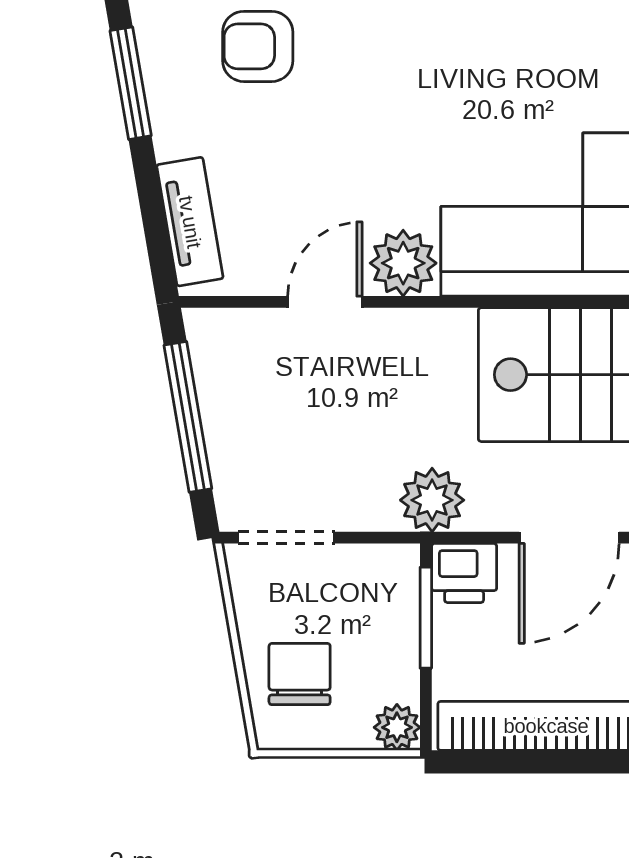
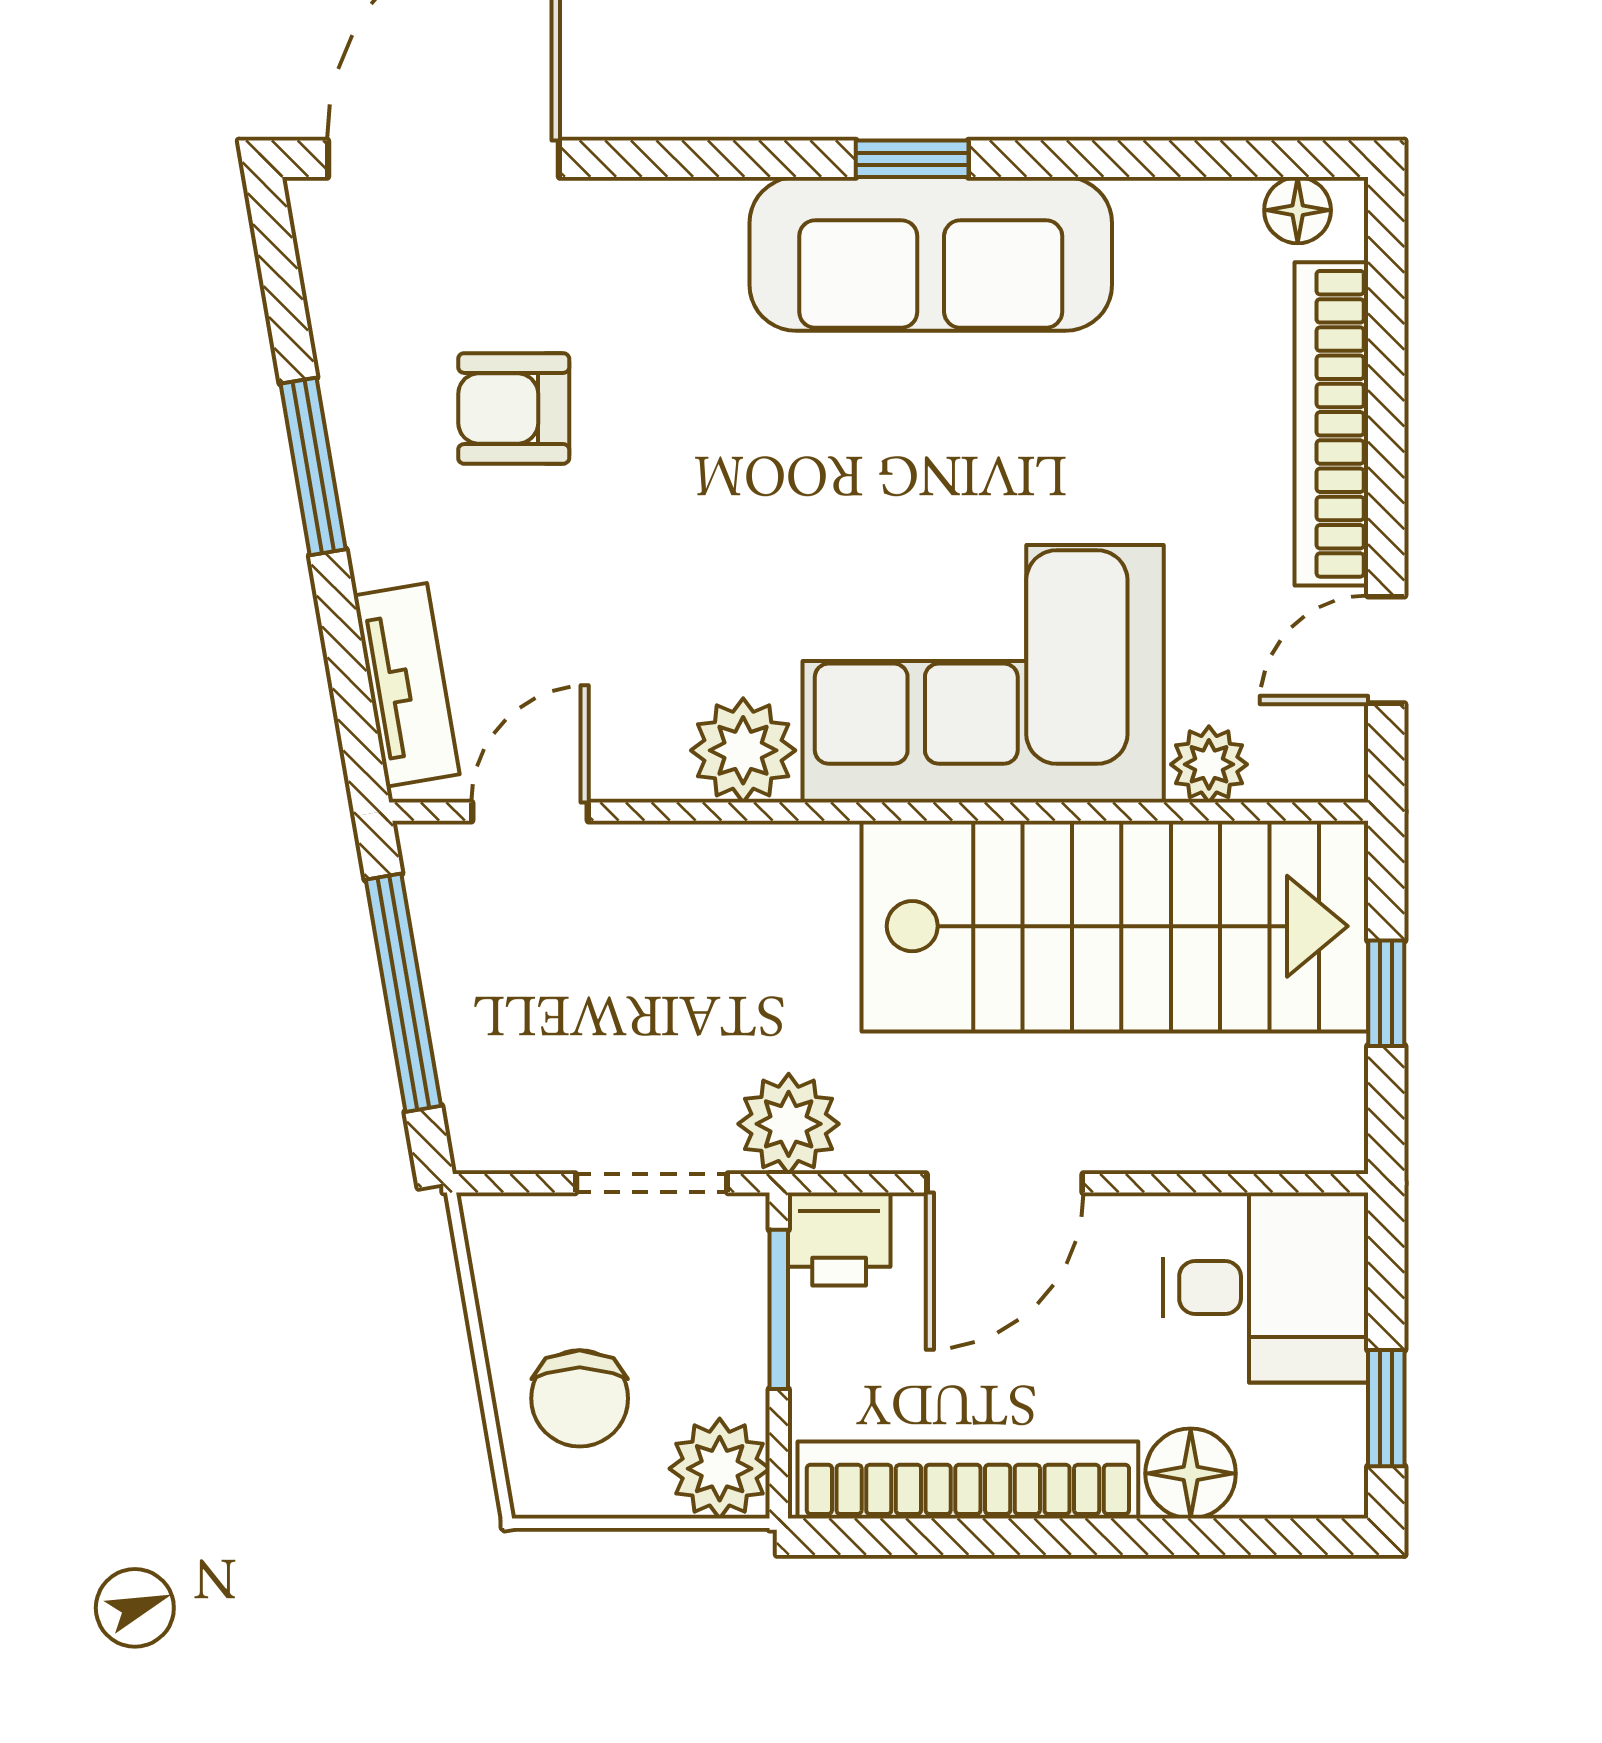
door: (325, 302) -> (530, 812), moved
doorway: (286, 538) -> (652, 1183), moved
chair: (300, 674) -> (580, 1398), turned 180
plant: (397, 727) -> (720, 1469), width x1.38, depth x1.38

